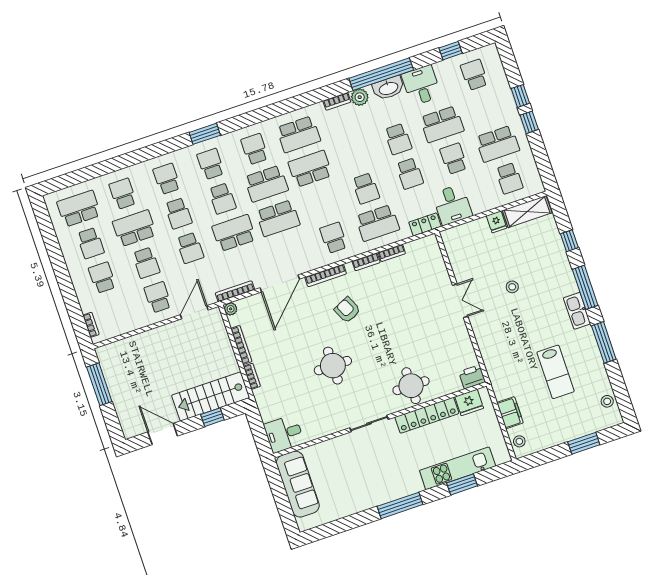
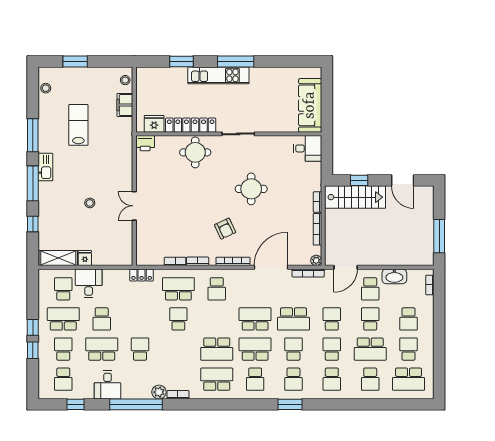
washbasin: (388, 88) -> (394, 276), moved, turned 180
school desk: (410, 174) -> (63, 349), moved
desk: (452, 205) -> (89, 283), moved
kitchen unit: (458, 468) -> (218, 75), moved

